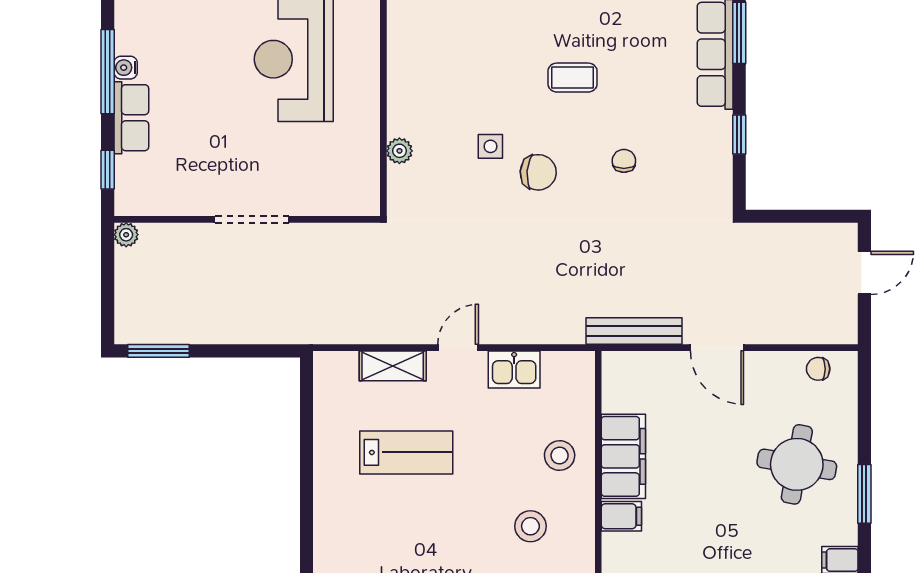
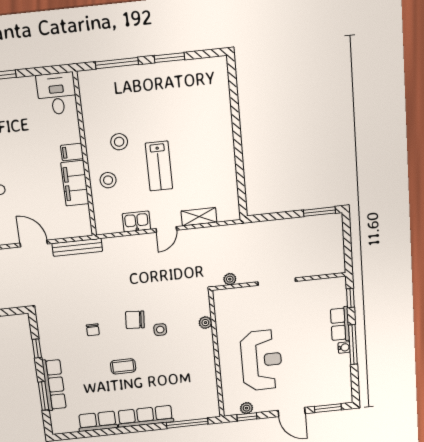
plant: (126, 235) -> (230, 279), moved
lab bench: (406, 452) -> (159, 166), moved, turned -90

